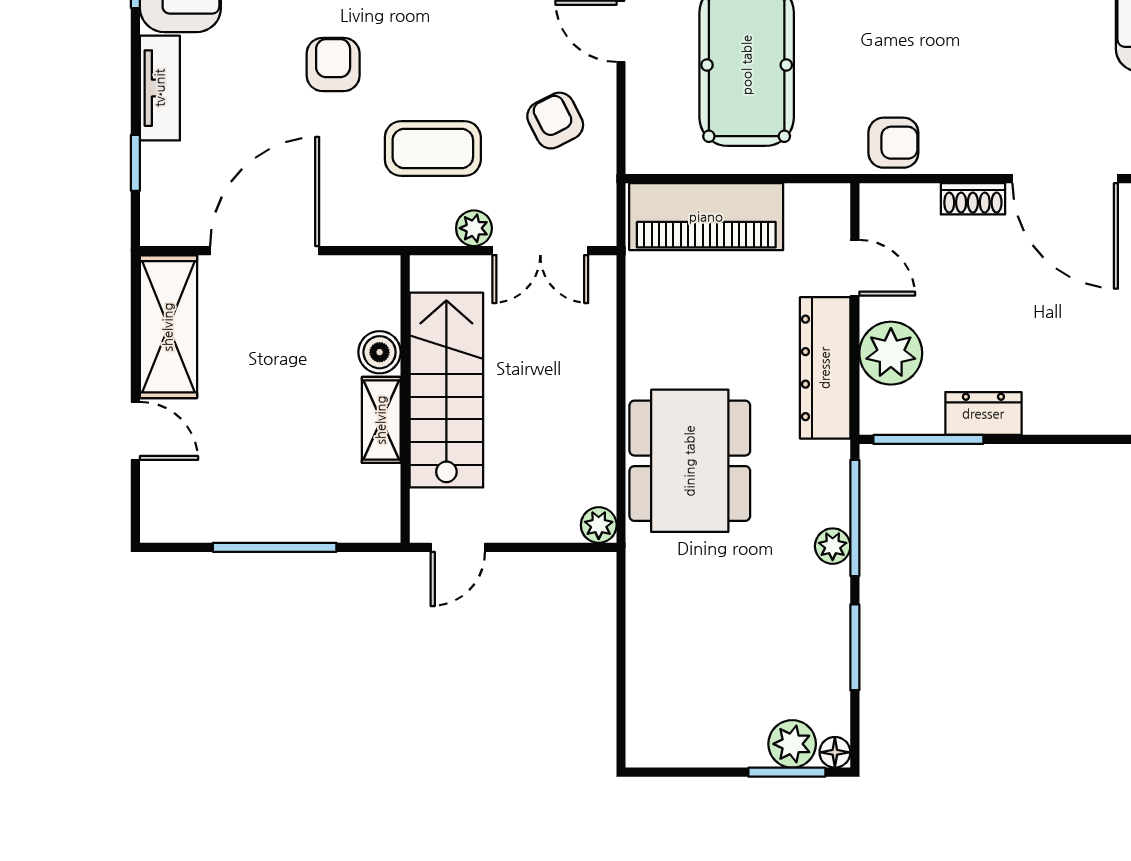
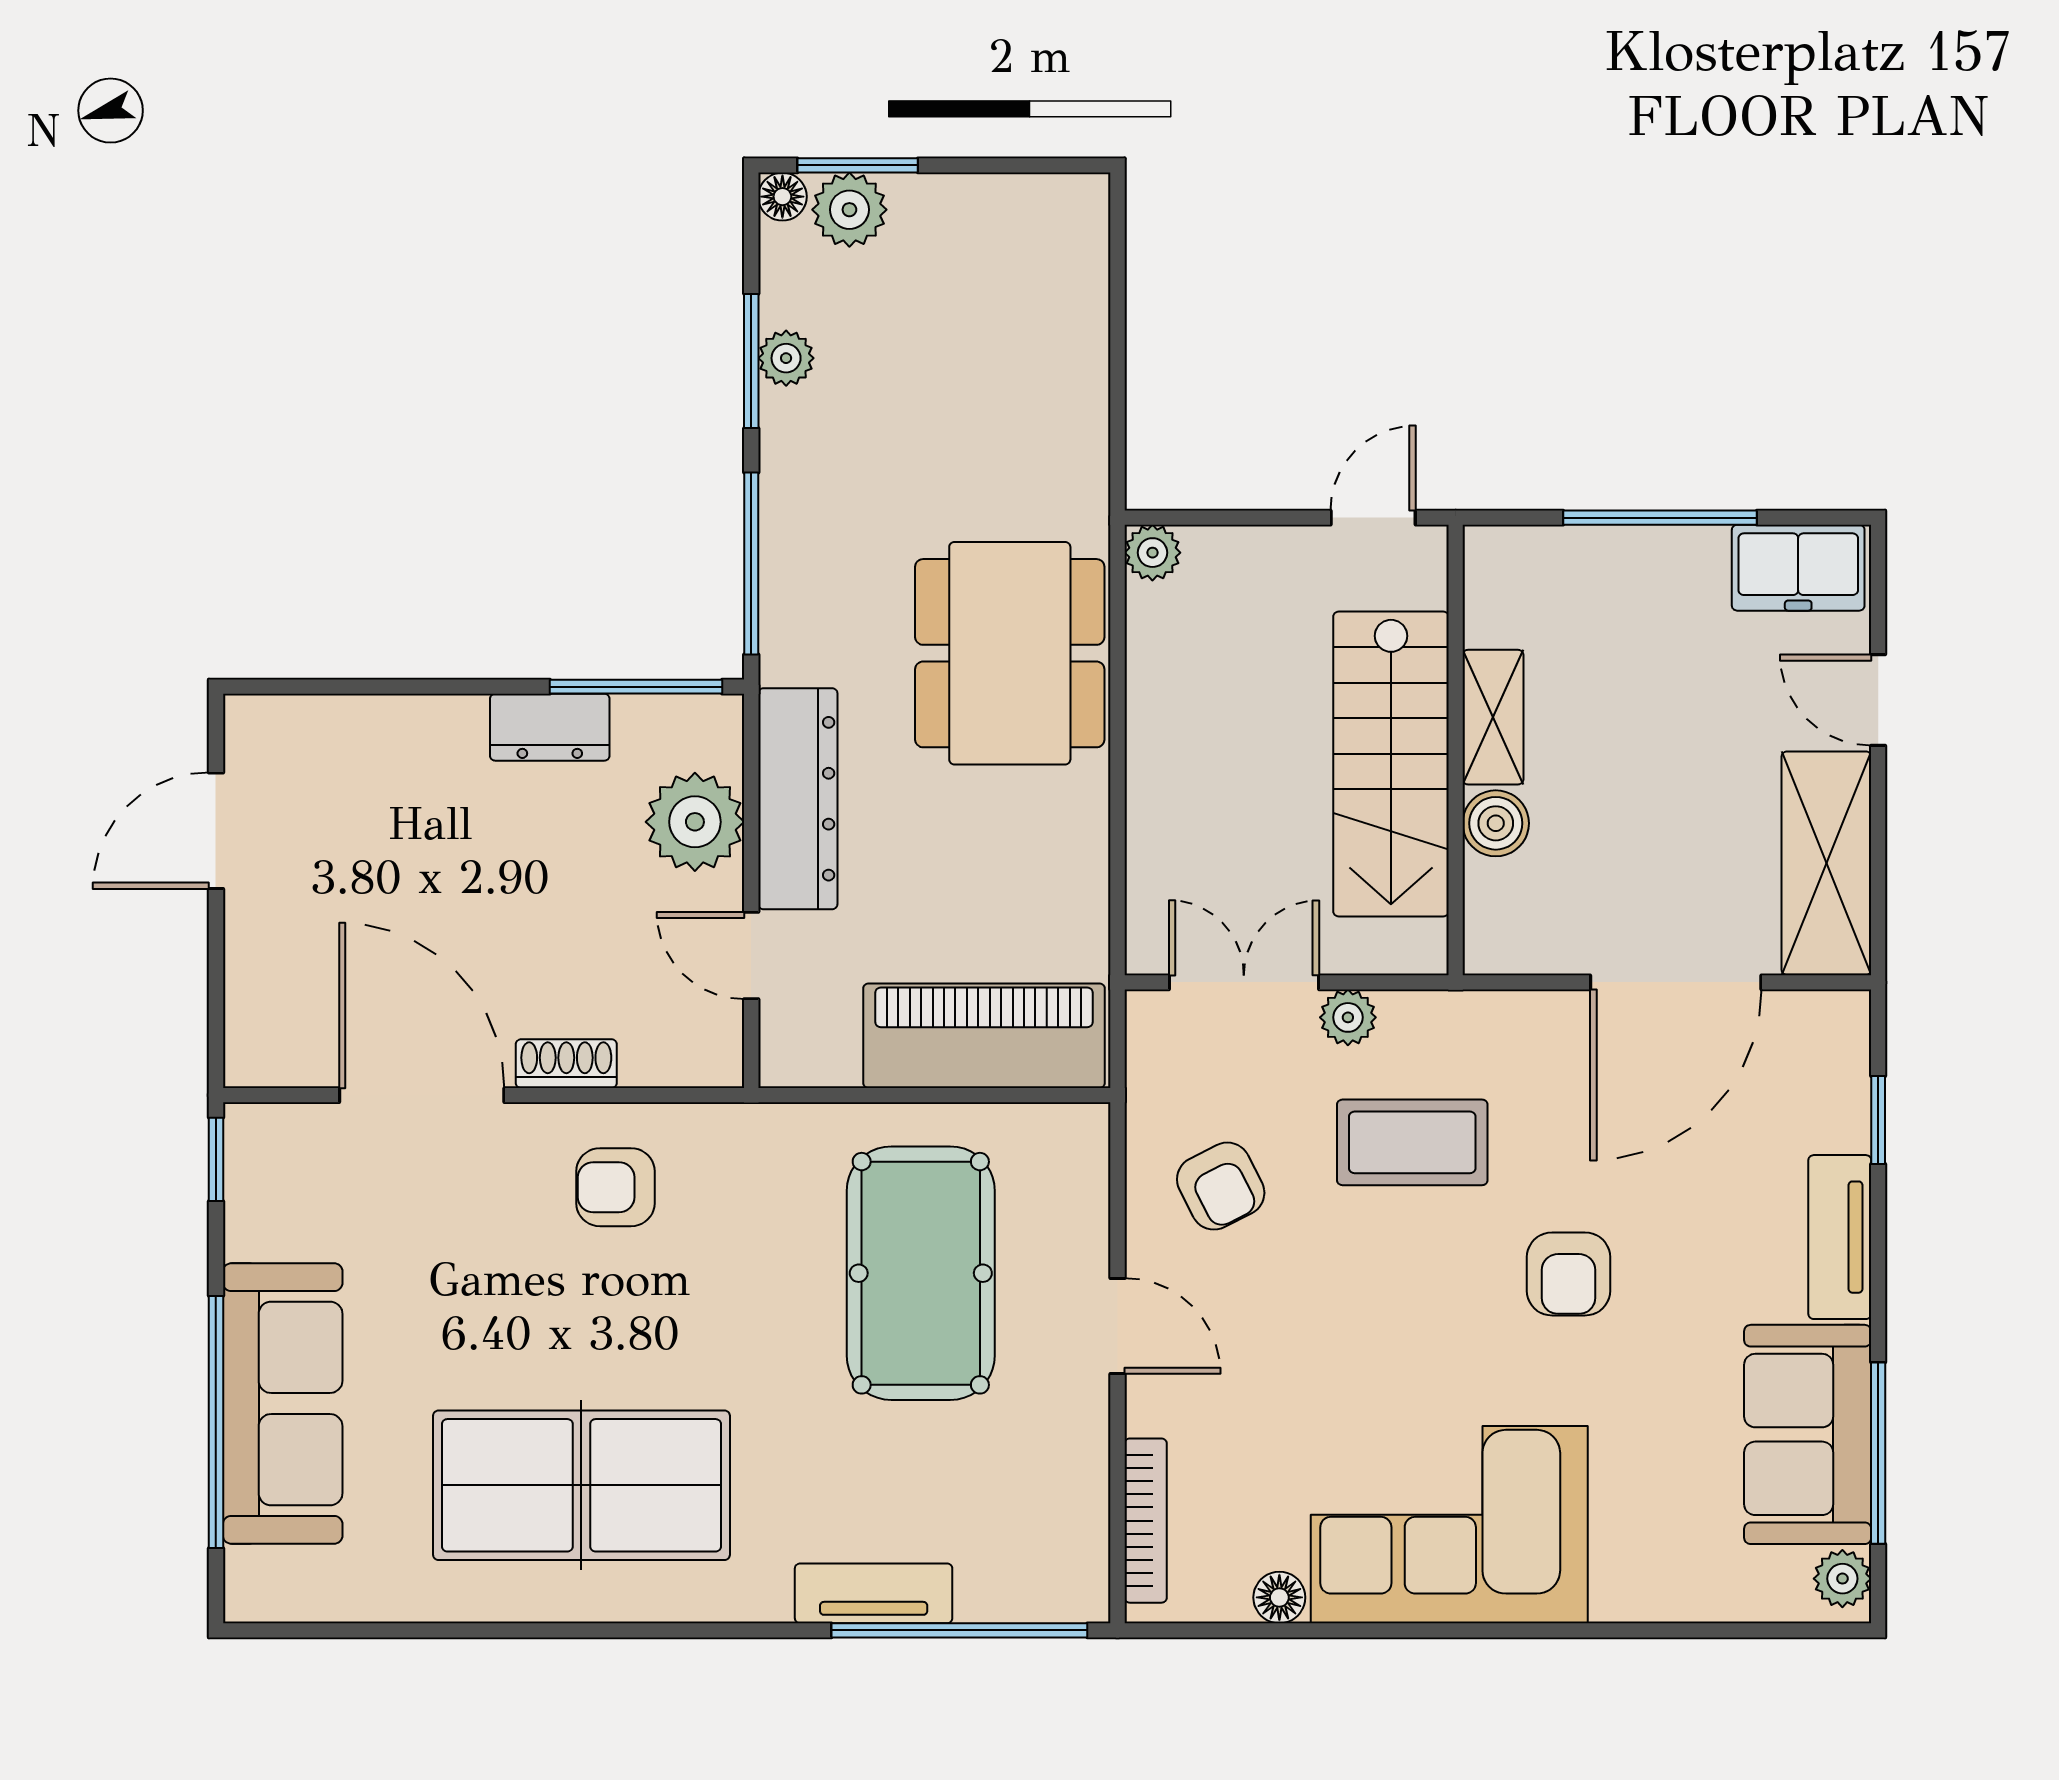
armchair: (893, 143) -> (615, 1187), moved
freezer: (186, 515) -> (1798, 568), added
plant: (833, 546) -> (786, 358), moved

